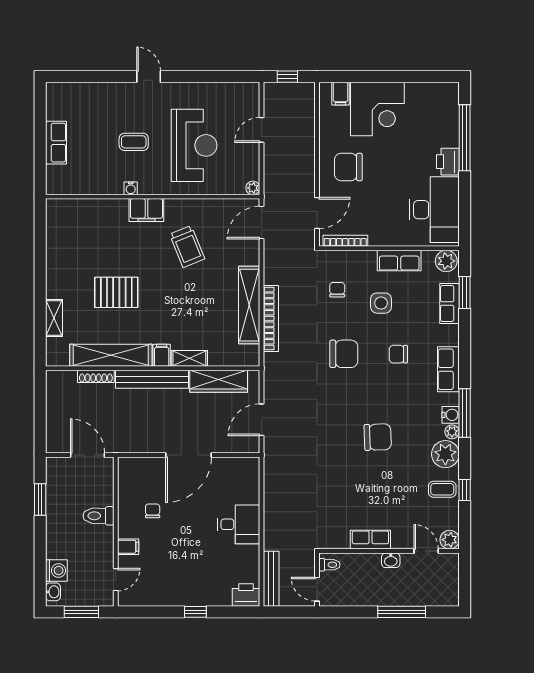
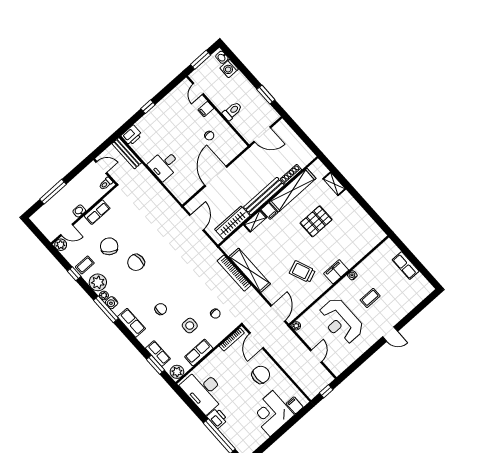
chair: (344, 354) -> (109, 246), moved, turned 127

